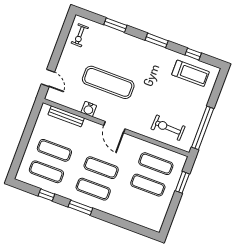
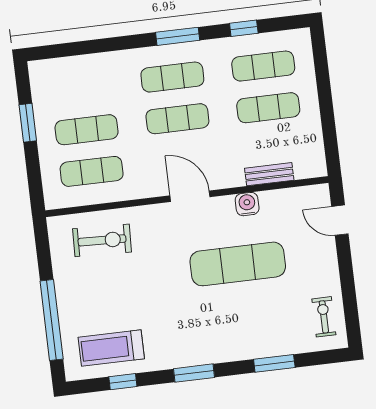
bench: (66, 116) -> (269, 174), width x0.73
window: (203, 128) -> (52, 320), moved
window: (182, 182) -> (28, 123), moved

